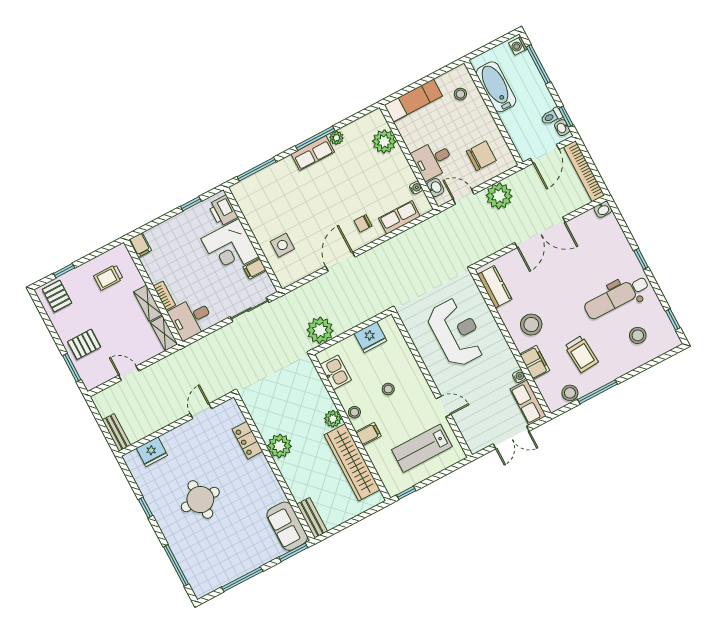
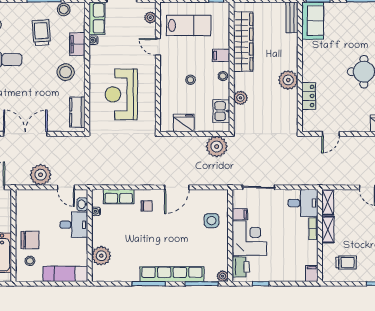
plant: (336, 138) -> (223, 276), moved
row of seats: (313, 153) -> (172, 274), width x2.02
chair: (481, 156) -> (30, 240), moved, turned 180
plant: (333, 419) -> (240, 98), moved
plant: (469, 435) -> (150, 18), added

